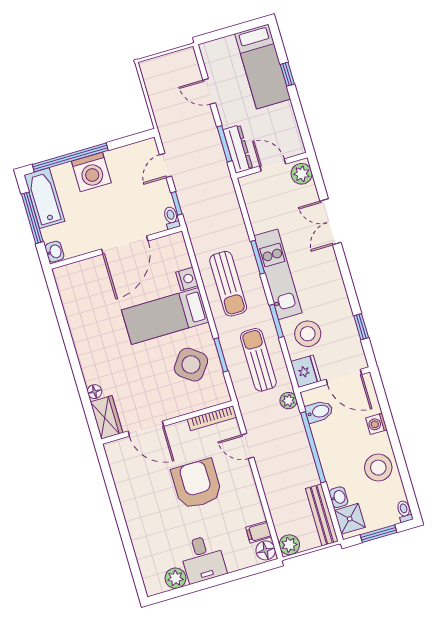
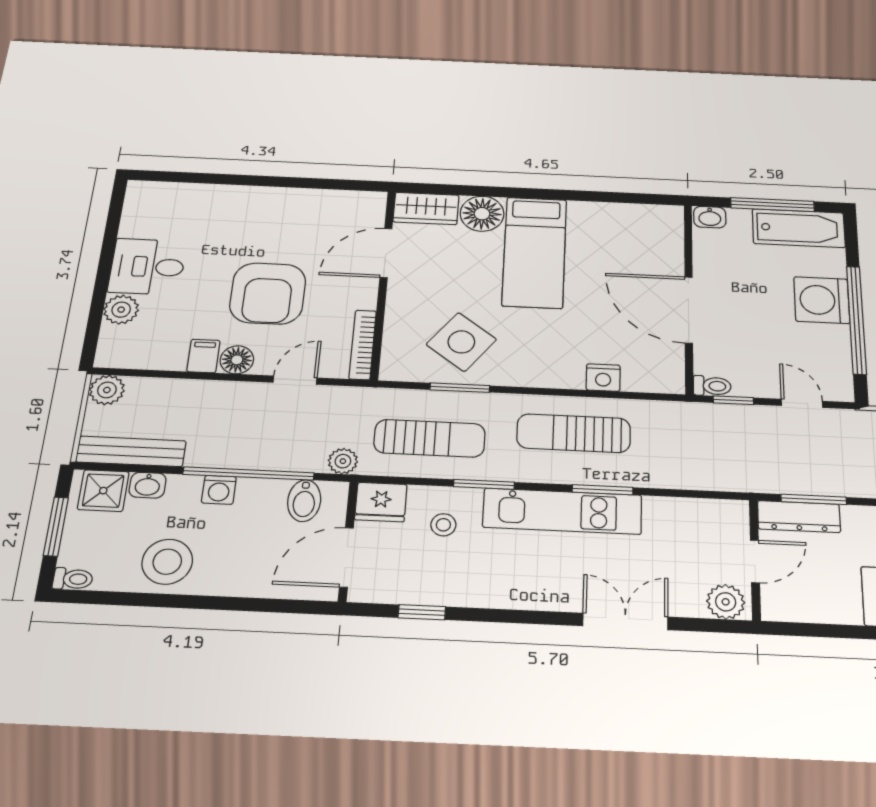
window: (70, 157) -> (856, 320), moved
bed: (165, 316) -> (534, 252), moved, turned 180
stool: (308, 334) -> (443, 525), width x0.53, depth x0.53
floor lamp: (94, 392) -> (482, 214), width x1.89, depth x1.89
washing machine: (376, 424) -> (219, 490), moved, turned 180
armchair: (197, 484) -> (268, 293), turned 90
filing cabinet: (259, 532) -> (203, 356), moved
floor lamp: (266, 550) -> (237, 360), moved
plant: (176, 578) -> (121, 310), moved

